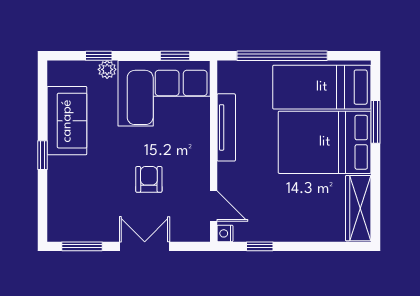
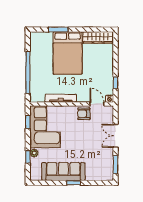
bed: (322, 87) -> (42, 54), removed
sofa: (67, 121) -> (63, 172), width x1.36
armchair: (149, 179) -> (84, 114), moved
door: (214, 206) -> (97, 104), hinge flipped

